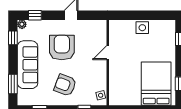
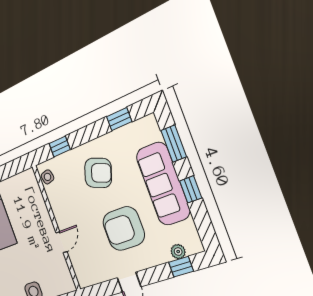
plant: (22, 24) -> (178, 252), moved
window: (13, 38) -> (191, 189), moved
armchair: (62, 48) -> (124, 229), turned 90

